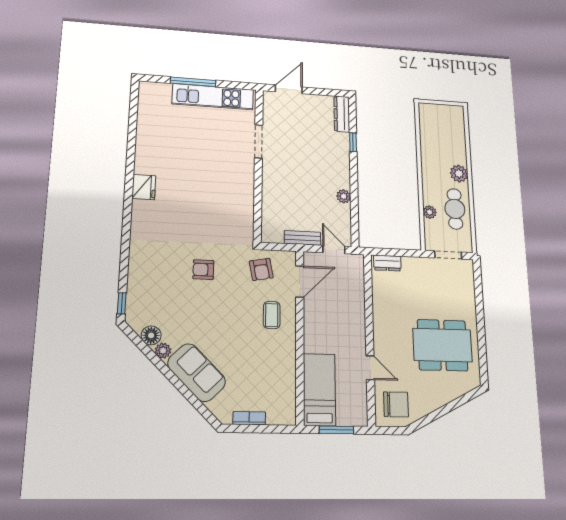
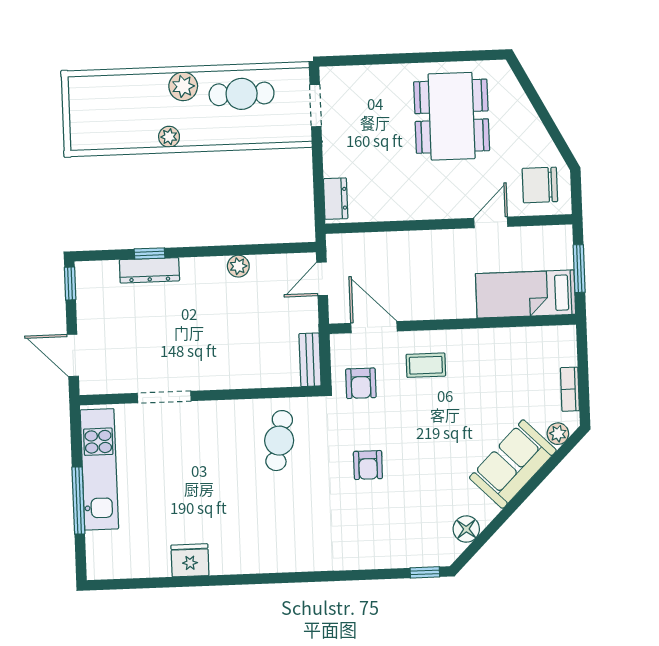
window: (335, 93) -> (70, 284), added
dresser: (342, 114) -> (149, 270), moved
fridge: (144, 187) -> (190, 560), moved
cafe table: (225, 212) -> (279, 441), added
plant: (430, 212) -> (169, 137), moved
bench: (303, 238) -> (310, 360), moved
armchair: (261, 269) -> (361, 383), turned 101
plant: (163, 351) -> (558, 434), moved
chair: (396, 404) -> (540, 185), turned -90

